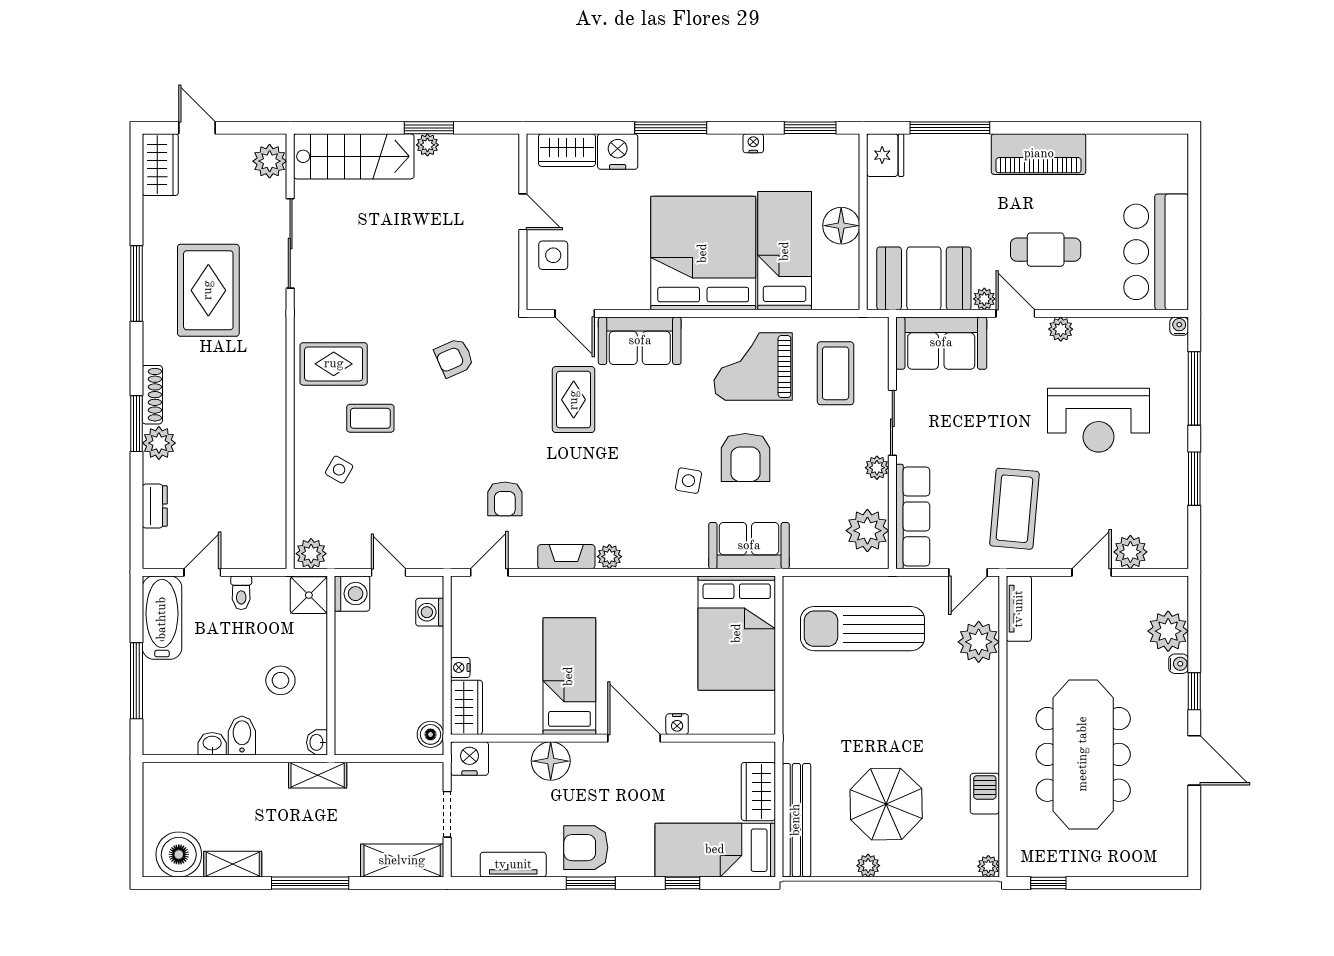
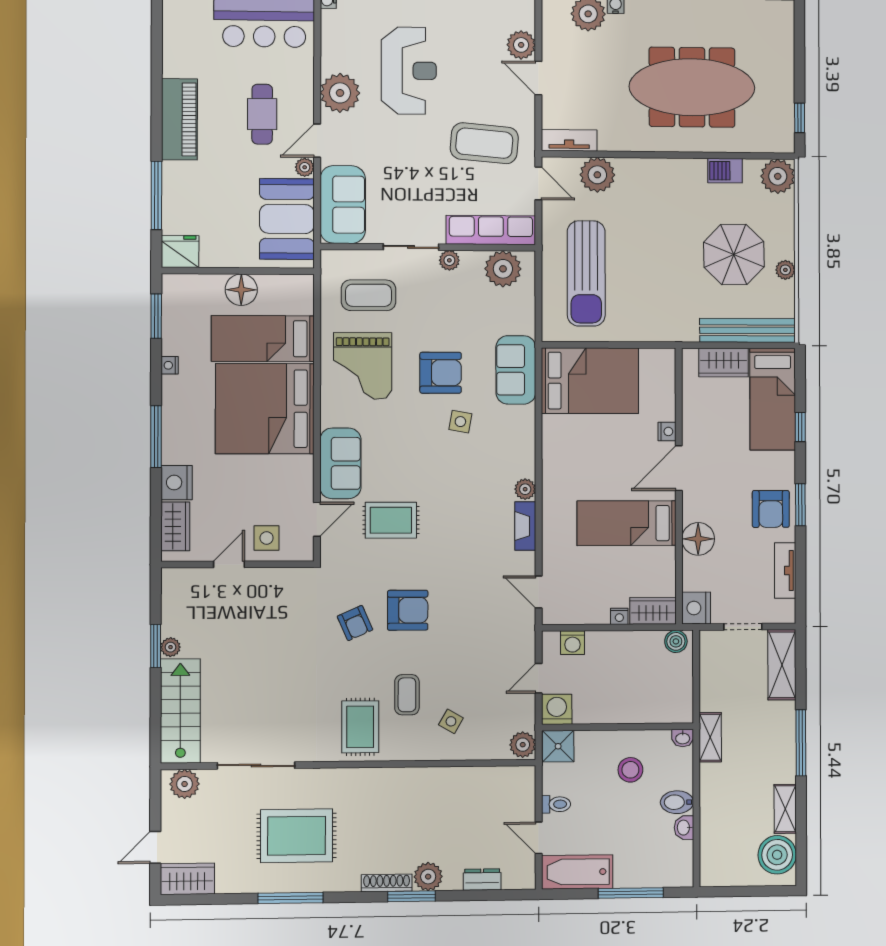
plant: (1061, 329) -> (340, 93), width x1.87, depth x1.87
armchair: (505, 499) -> (408, 610), moved, width x1.38, depth x1.38
plant: (988, 866) -> (778, 176), width x1.88, depth x1.88

